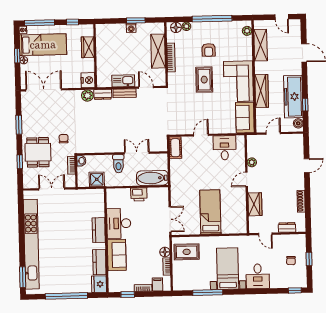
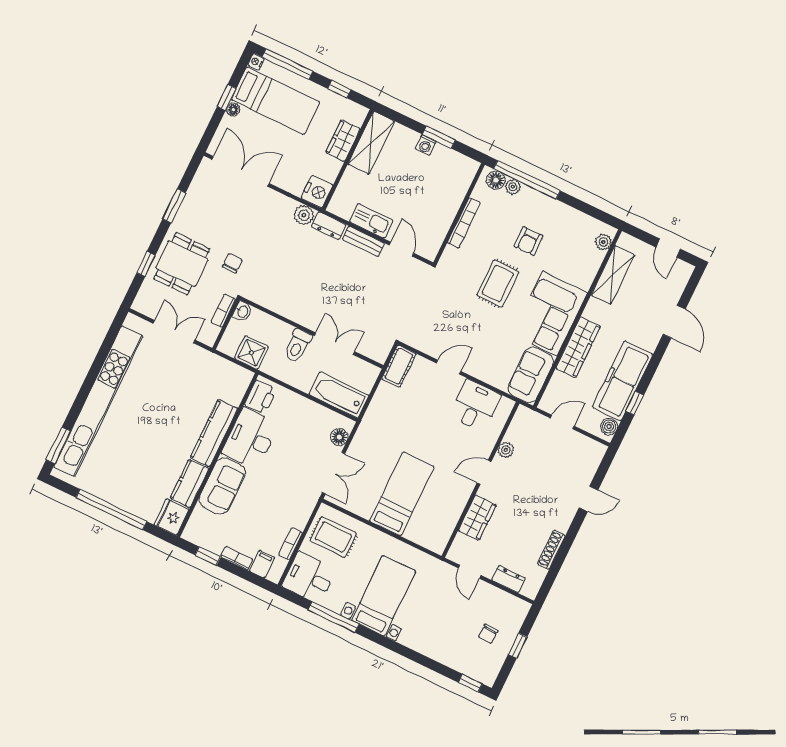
window: (212, 19) -> (527, 180), moved
shelving: (158, 51) -> (371, 143), moved
printer: (139, 194) -> (260, 397), moved, turned -90
kitchen counter: (99, 230) -> (214, 433), width x1.50
floor lamp: (165, 252) -> (339, 437), moved
desk: (258, 276) -> (309, 578), moved, turned 90

